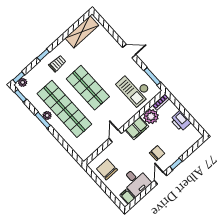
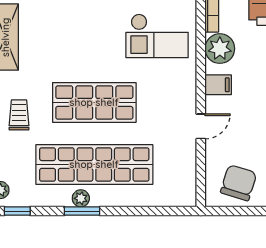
filing cabinet: (137, 128) -> (218, 85), width x0.50
door: (115, 136) -> (201, 126), swing flipped
chair: (107, 169) -> (239, 183), turned 107

